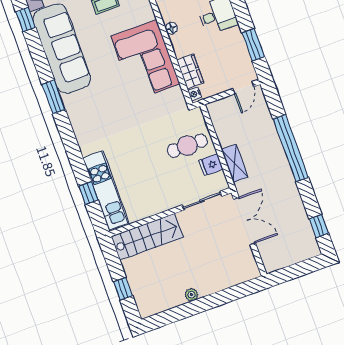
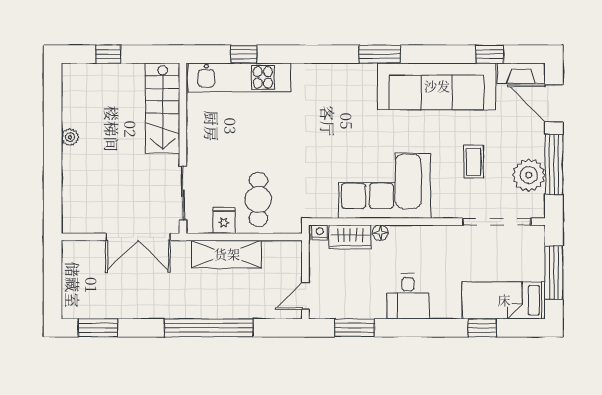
floor lamp: (171, 28) -> (380, 233), moved
door: (243, 88) -> (305, 296), hinge flipped
shelving: (235, 163) -> (227, 254), width x1.50, depth x1.33
window: (319, 226) -> (98, 328), width x1.50

